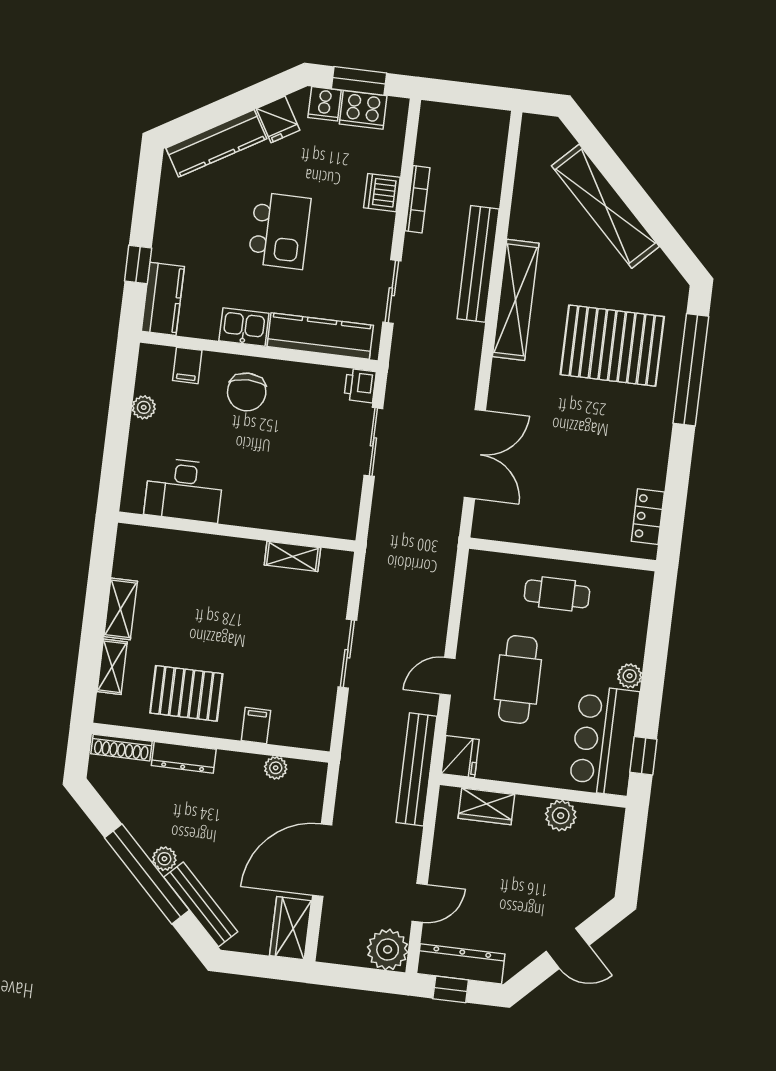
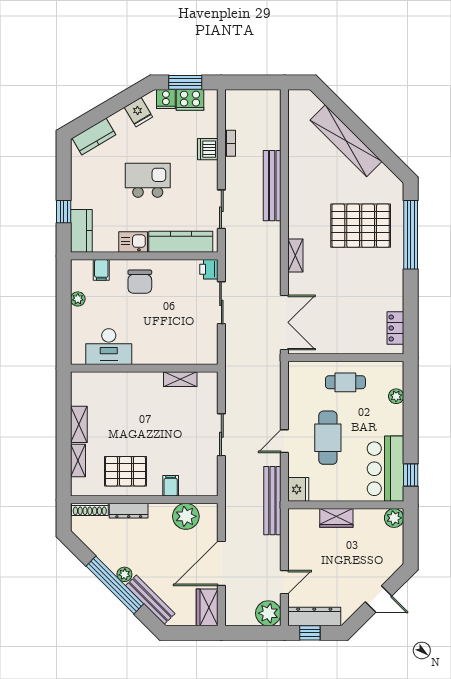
kitchen counter: (216, 143) -> (94, 136), width x0.67
bookcase: (417, 199) -> (230, 143), width x0.64
kitchen island: (279, 231) -> (148, 180), turned -90
shelving: (516, 300) -> (295, 256), moved, width x0.45, depth x0.75
double door: (475, 454) -> (284, 322), moved
plant: (630, 676) -> (396, 396), moved
plant: (276, 768) -> (186, 516), width x1.88, depth x1.88
wardrobe: (486, 806) -> (336, 518), moved
plant: (561, 816) -> (394, 518), moved

